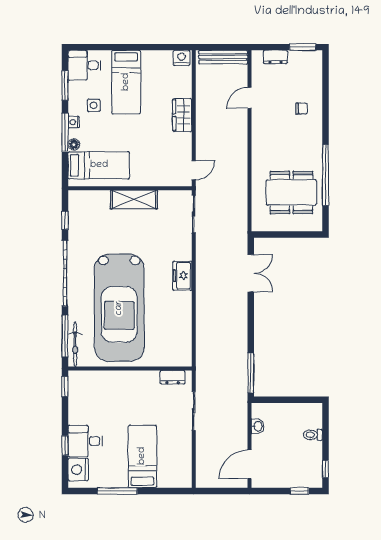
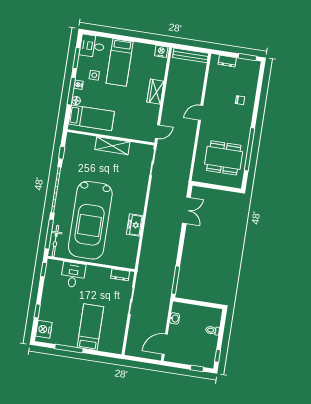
door: (250, 98) -> (201, 113), moved
freezer: (182, 276) -> (135, 225), moved
desk: (85, 441) -> (73, 275), moved, turned 90

